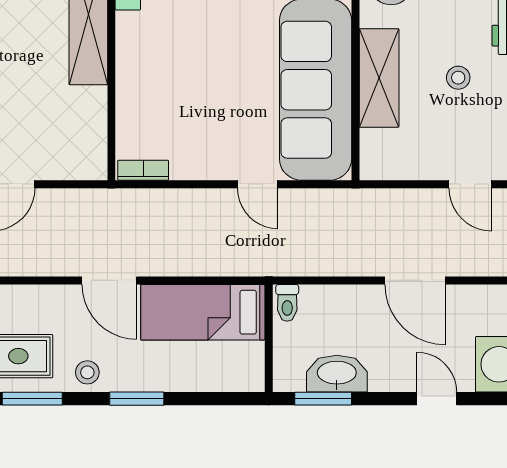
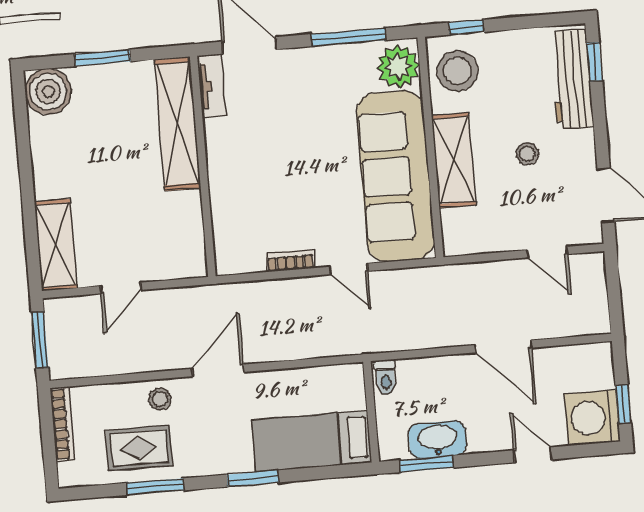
bookcase: (143, 170) -> (290, 261), moved
door: (109, 280) -> (218, 370), swing flipped
bed: (203, 312) -> (312, 441), moved
stool: (87, 372) -> (160, 399), moved

